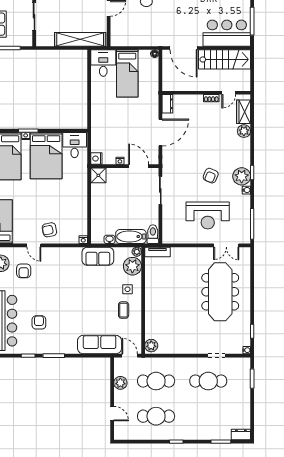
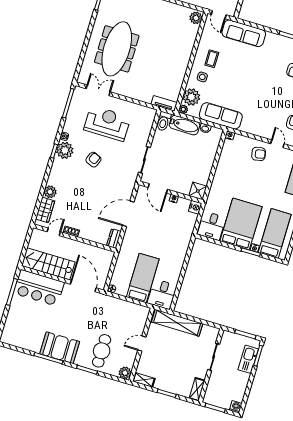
sofa: (98, 256) -> (221, 116), width x1.36

